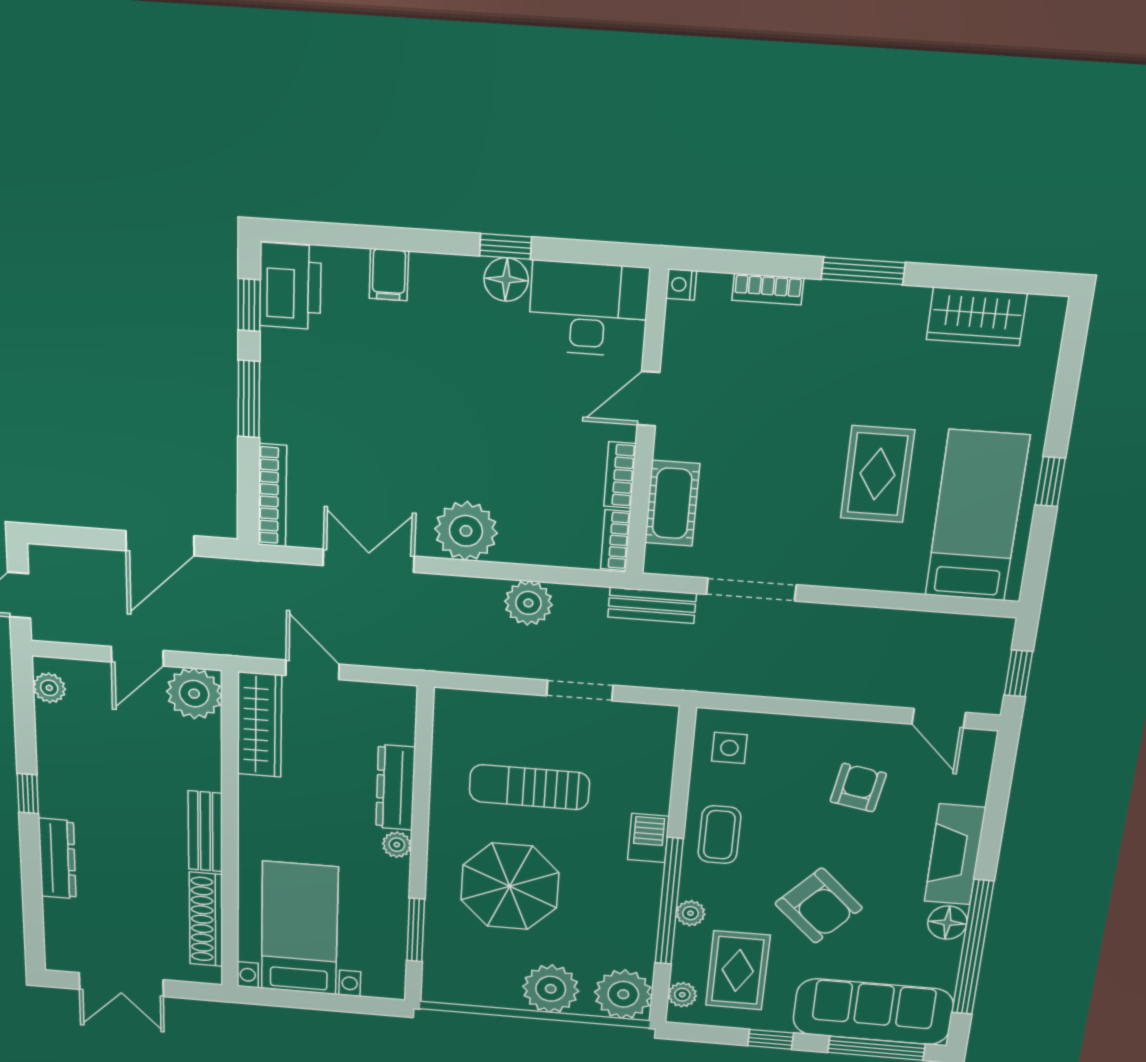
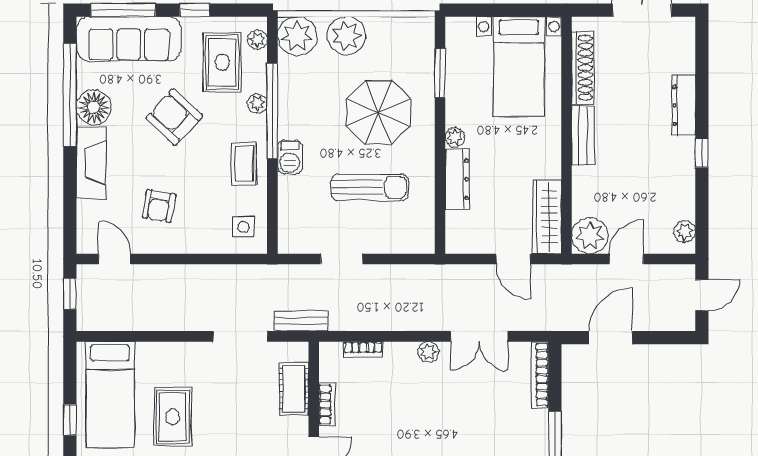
plant: (466, 531) -> (428, 352), width x0.53, depth x0.53
bookcase: (616, 540) -> (363, 349), moved, turned 90
plant: (528, 603) -> (378, 316), removed
floor lamp: (947, 923) -> (94, 107), width x1.38, depth x1.38

